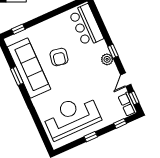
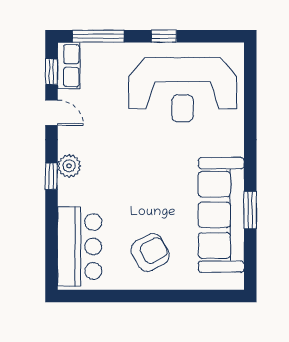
window: (18, 29) -> (209, 296), removed
armchair: (59, 57) -> (150, 252), moved, turned 50
door: (126, 80) -> (51, 113), hinge flipped
window: (120, 123) -> (98, 36), width x2.17

